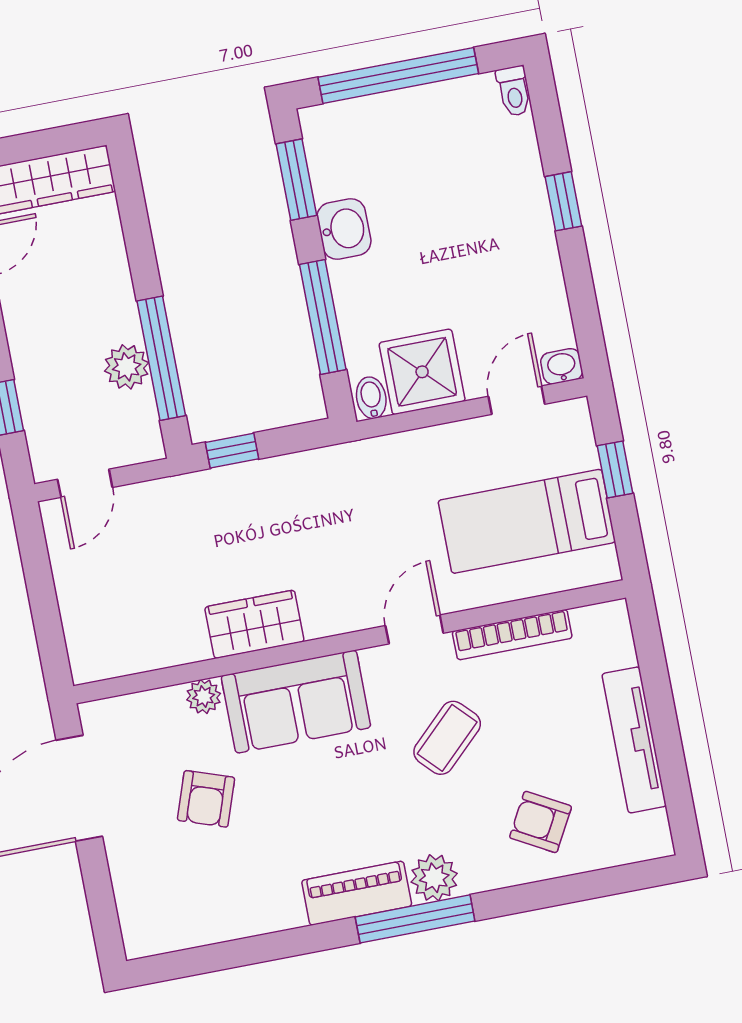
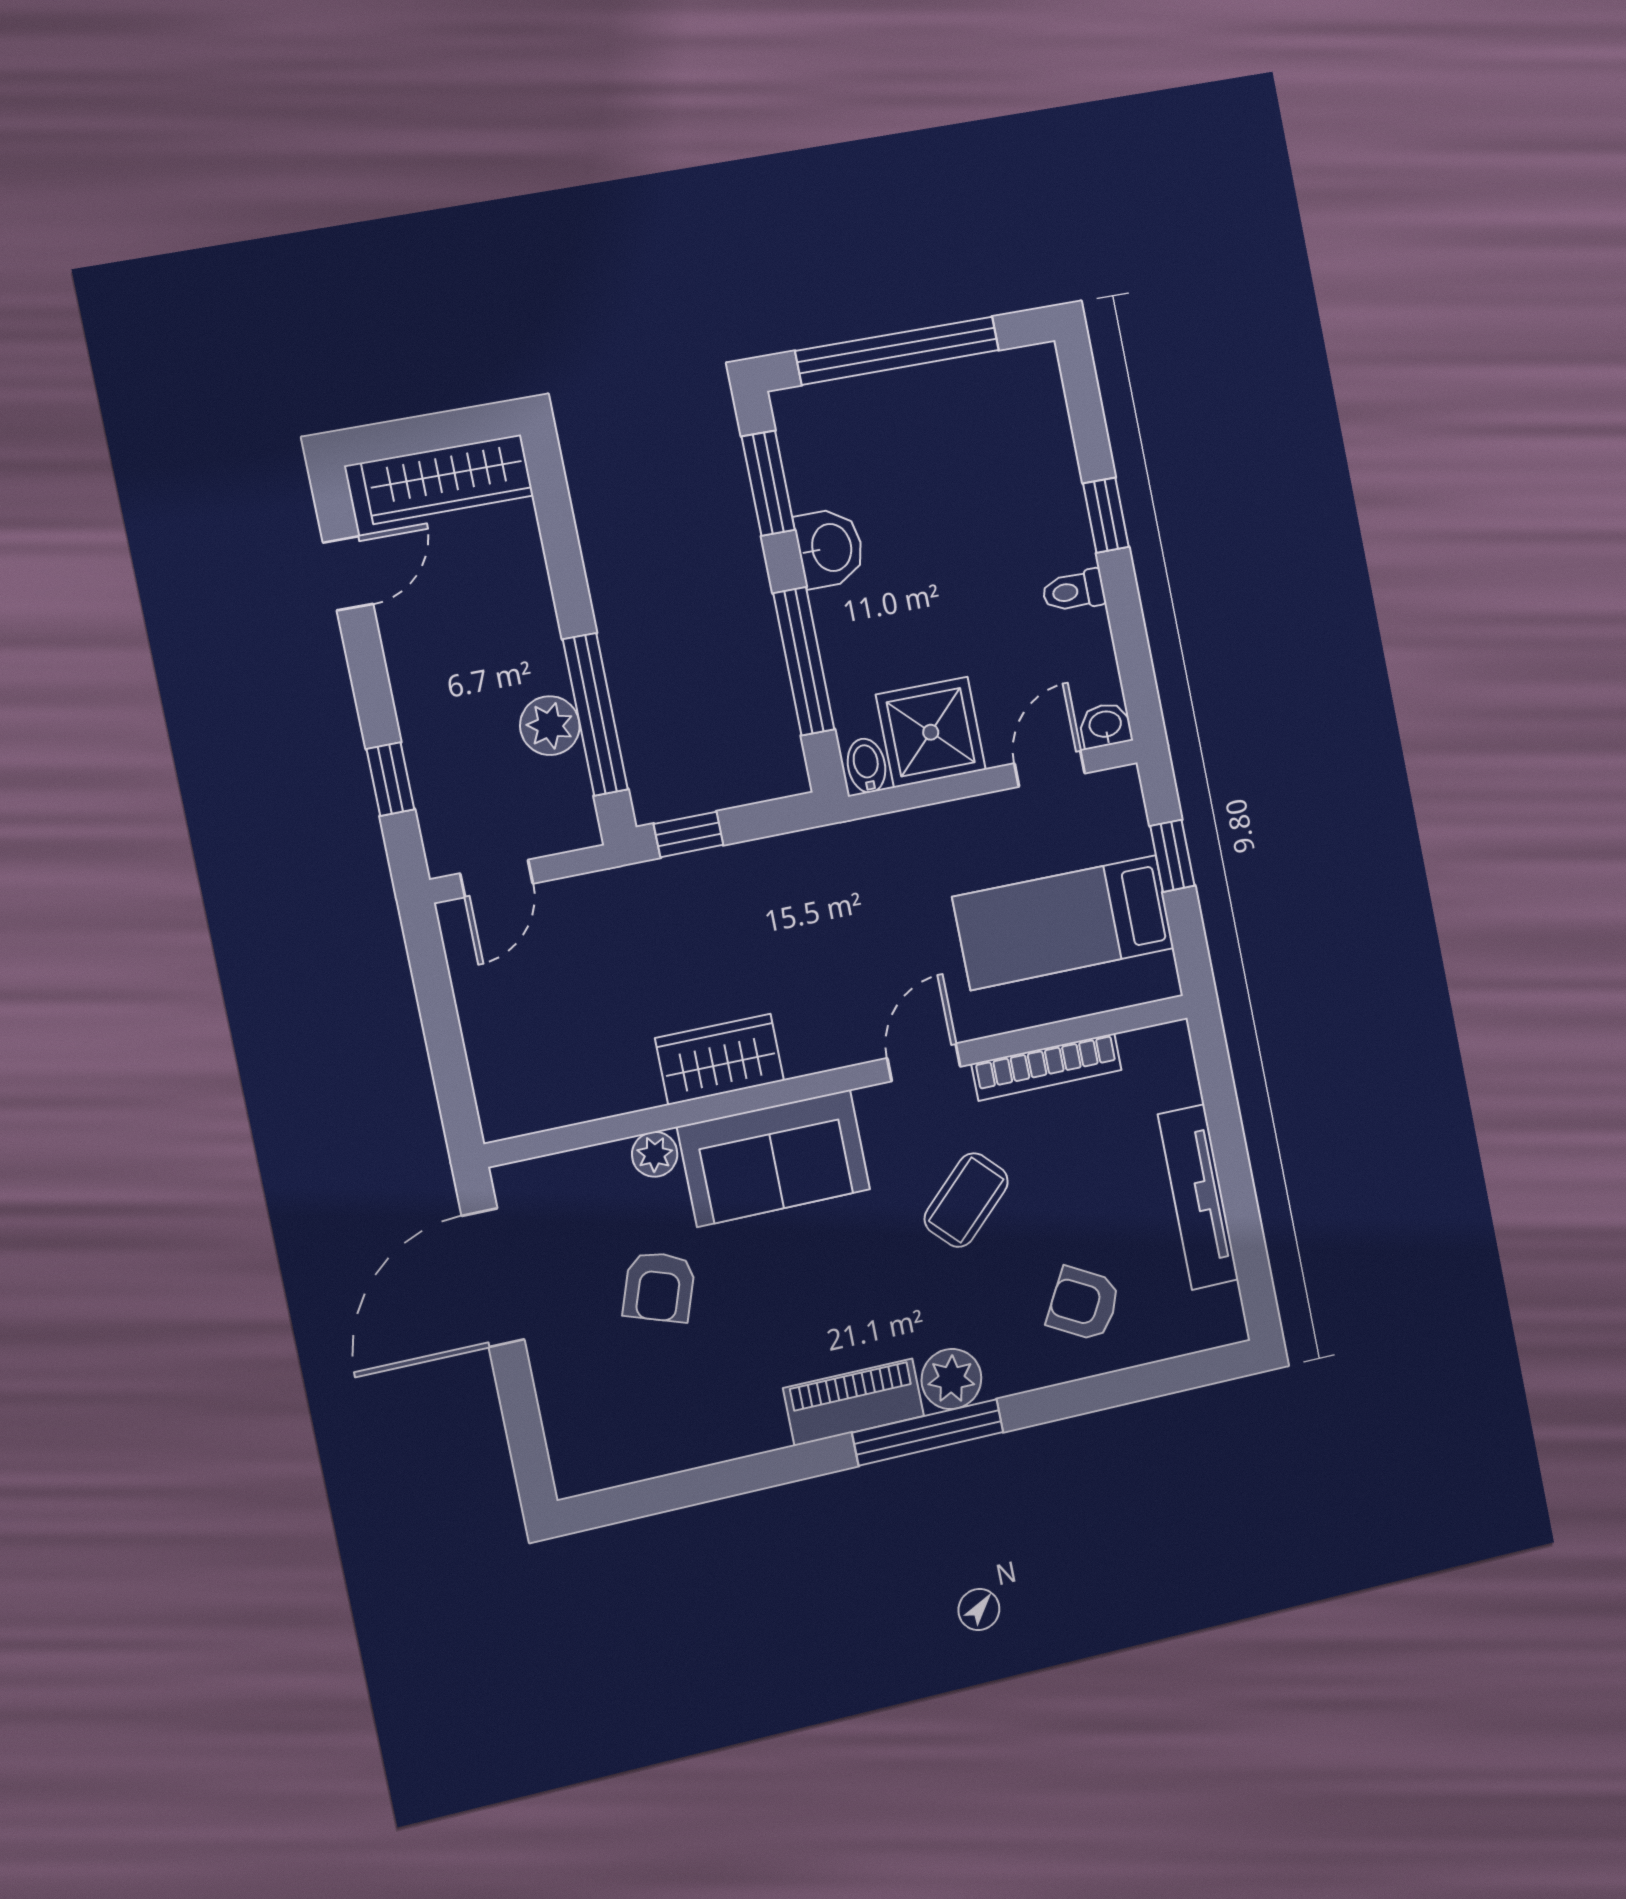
toilet: (514, 91) -> (1074, 591), moved, turned 90

